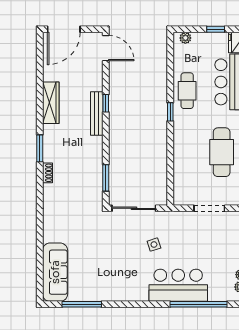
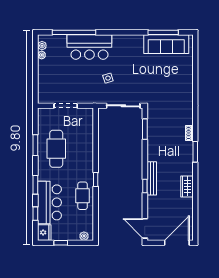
wardrobe: (51, 103) -> (187, 186), width x0.67
sofa: (55, 272) -> (166, 44), moved, turned -90

